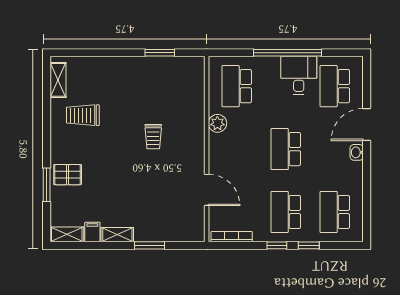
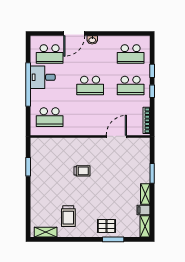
plant: (217, 123) -> (74, 130), removed
door: (367, 125) -> (74, 34), hinge flipped
pallet: (68, 175) -> (107, 226), turned 90

